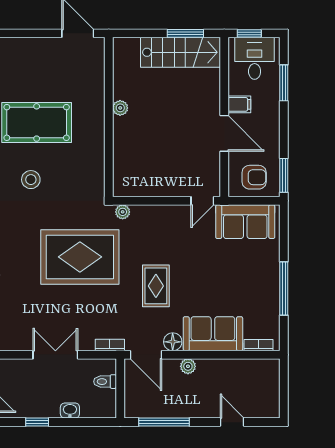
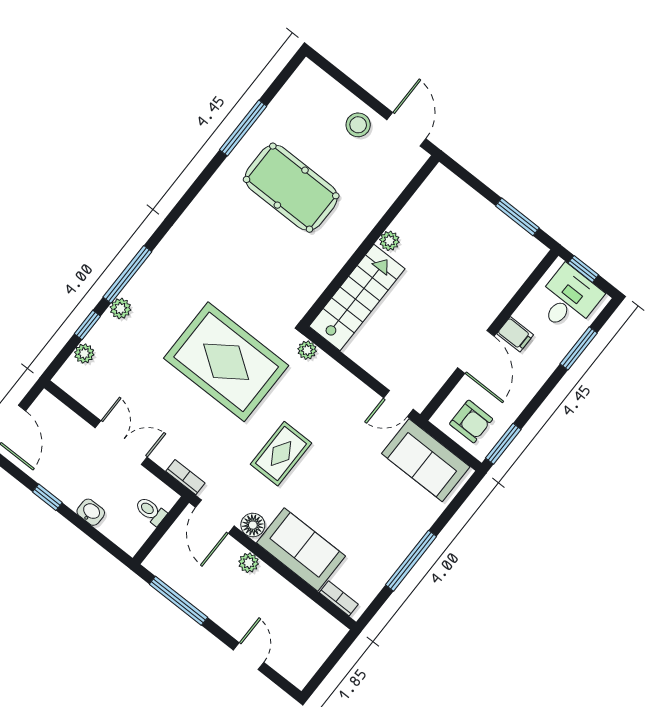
stairs: (180, 52) -> (357, 298), moved, turned -90
stool: (31, 180) -> (358, 125), moved

